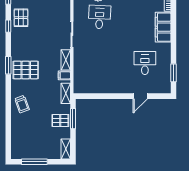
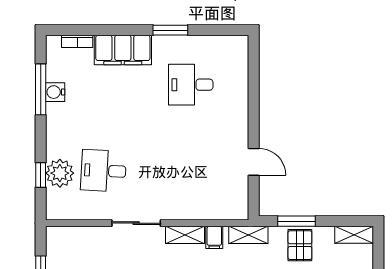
window: (174, 73) -> (170, 30), moved
door: (140, 96) -> (254, 162), moved

